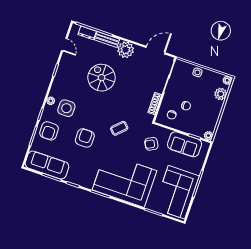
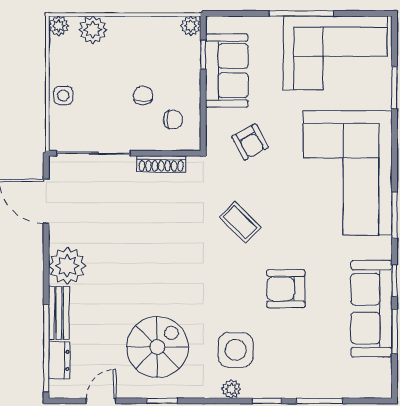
spiral stairs: (101, 78) -> (157, 347), moved, turned 180
armchair: (49, 131) -> (297, 371), removed
sofa: (47, 165) -> (371, 309), moved

